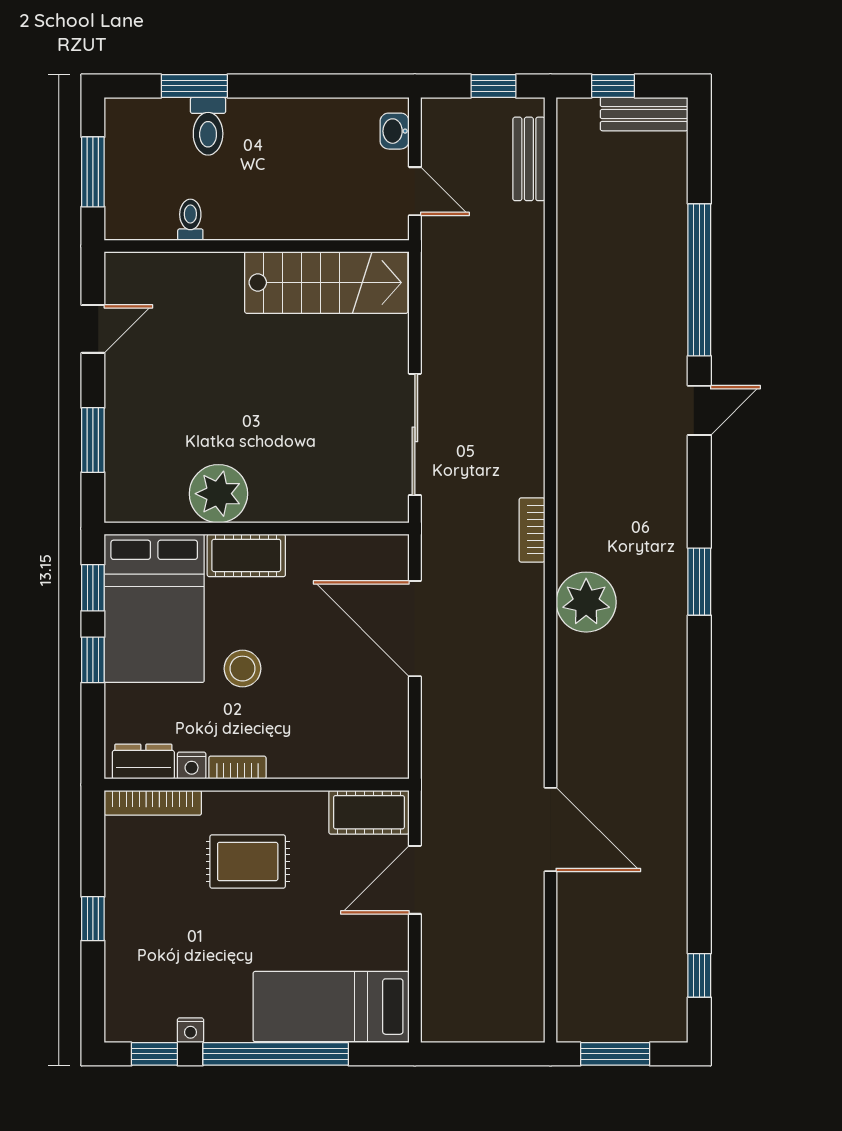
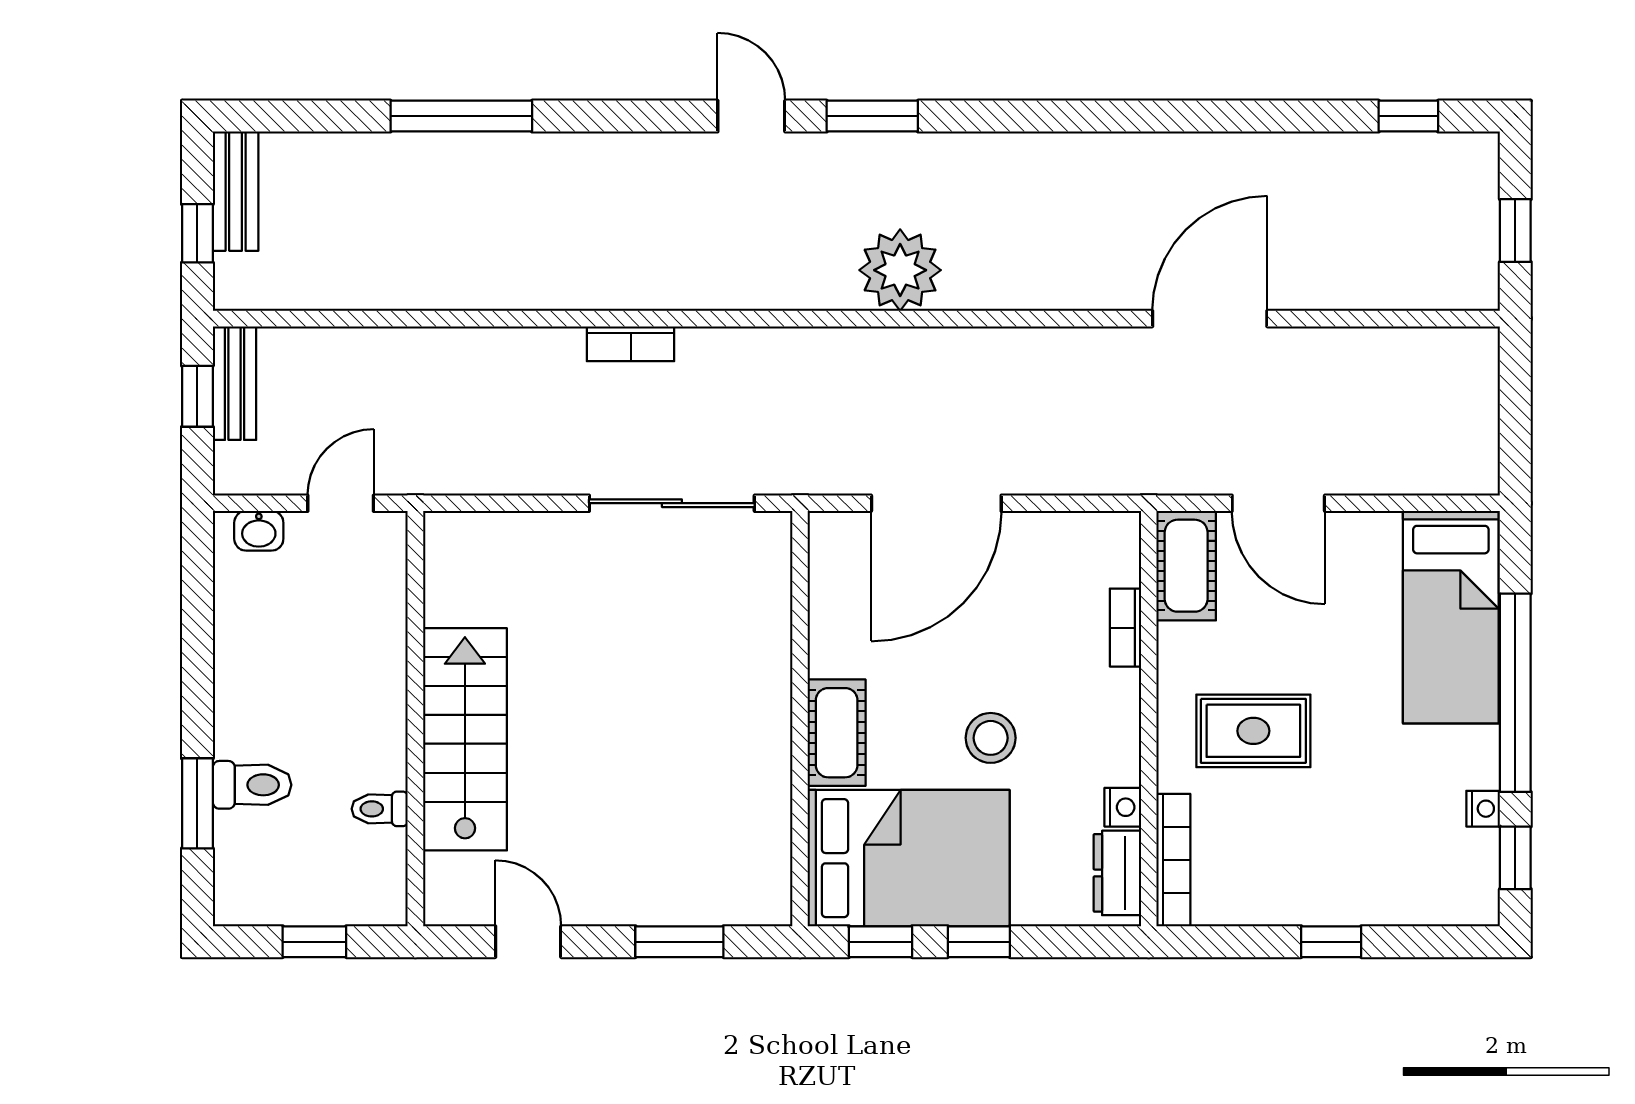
bench: (529, 159) -> (235, 383), moved, turned 90
window: (93, 172) -> (314, 942), width x0.67
window: (699, 280) -> (461, 116), width x0.68
stairs: (326, 283) -> (465, 739), moved
door: (699, 410) -> (751, 116), moved
plant: (218, 494) -> (753, 771), removed
bookcase: (532, 530) -> (631, 344), moved
bookcase: (237, 768) -> (1125, 628), moved
rug: (248, 862) -> (1253, 731), turned 90
window: (615, 1054) -> (1515, 231), width x0.67

